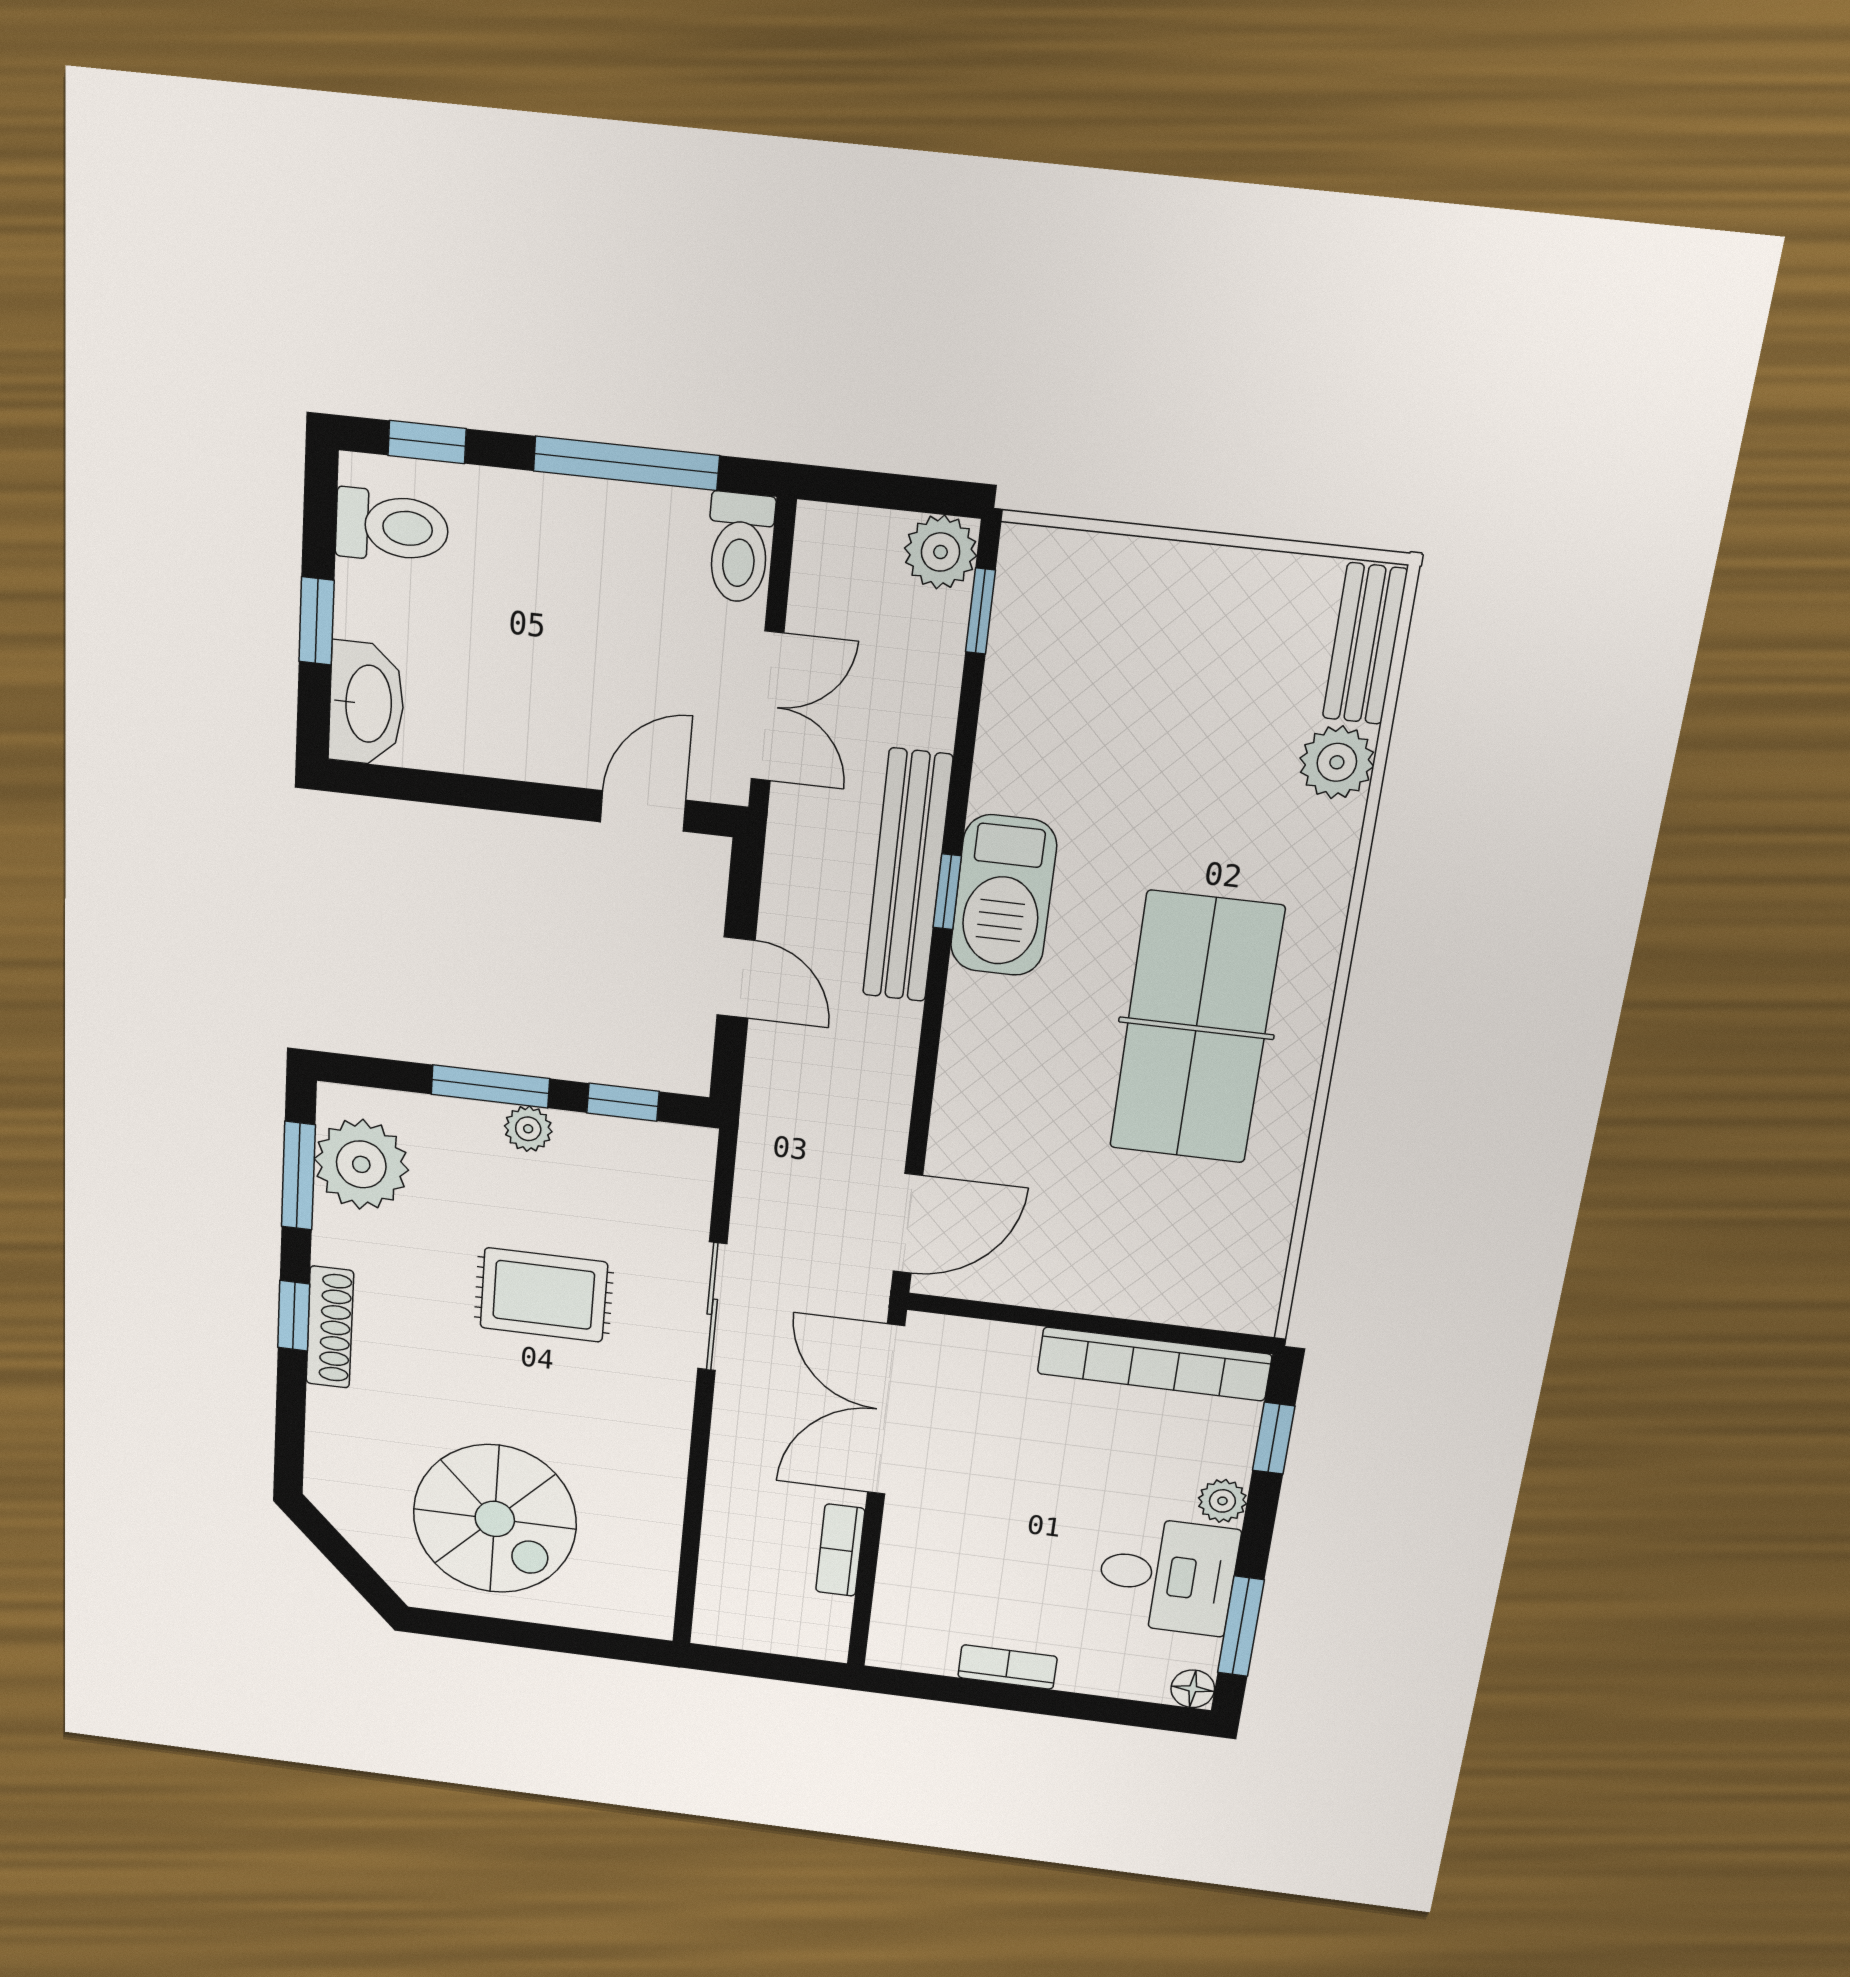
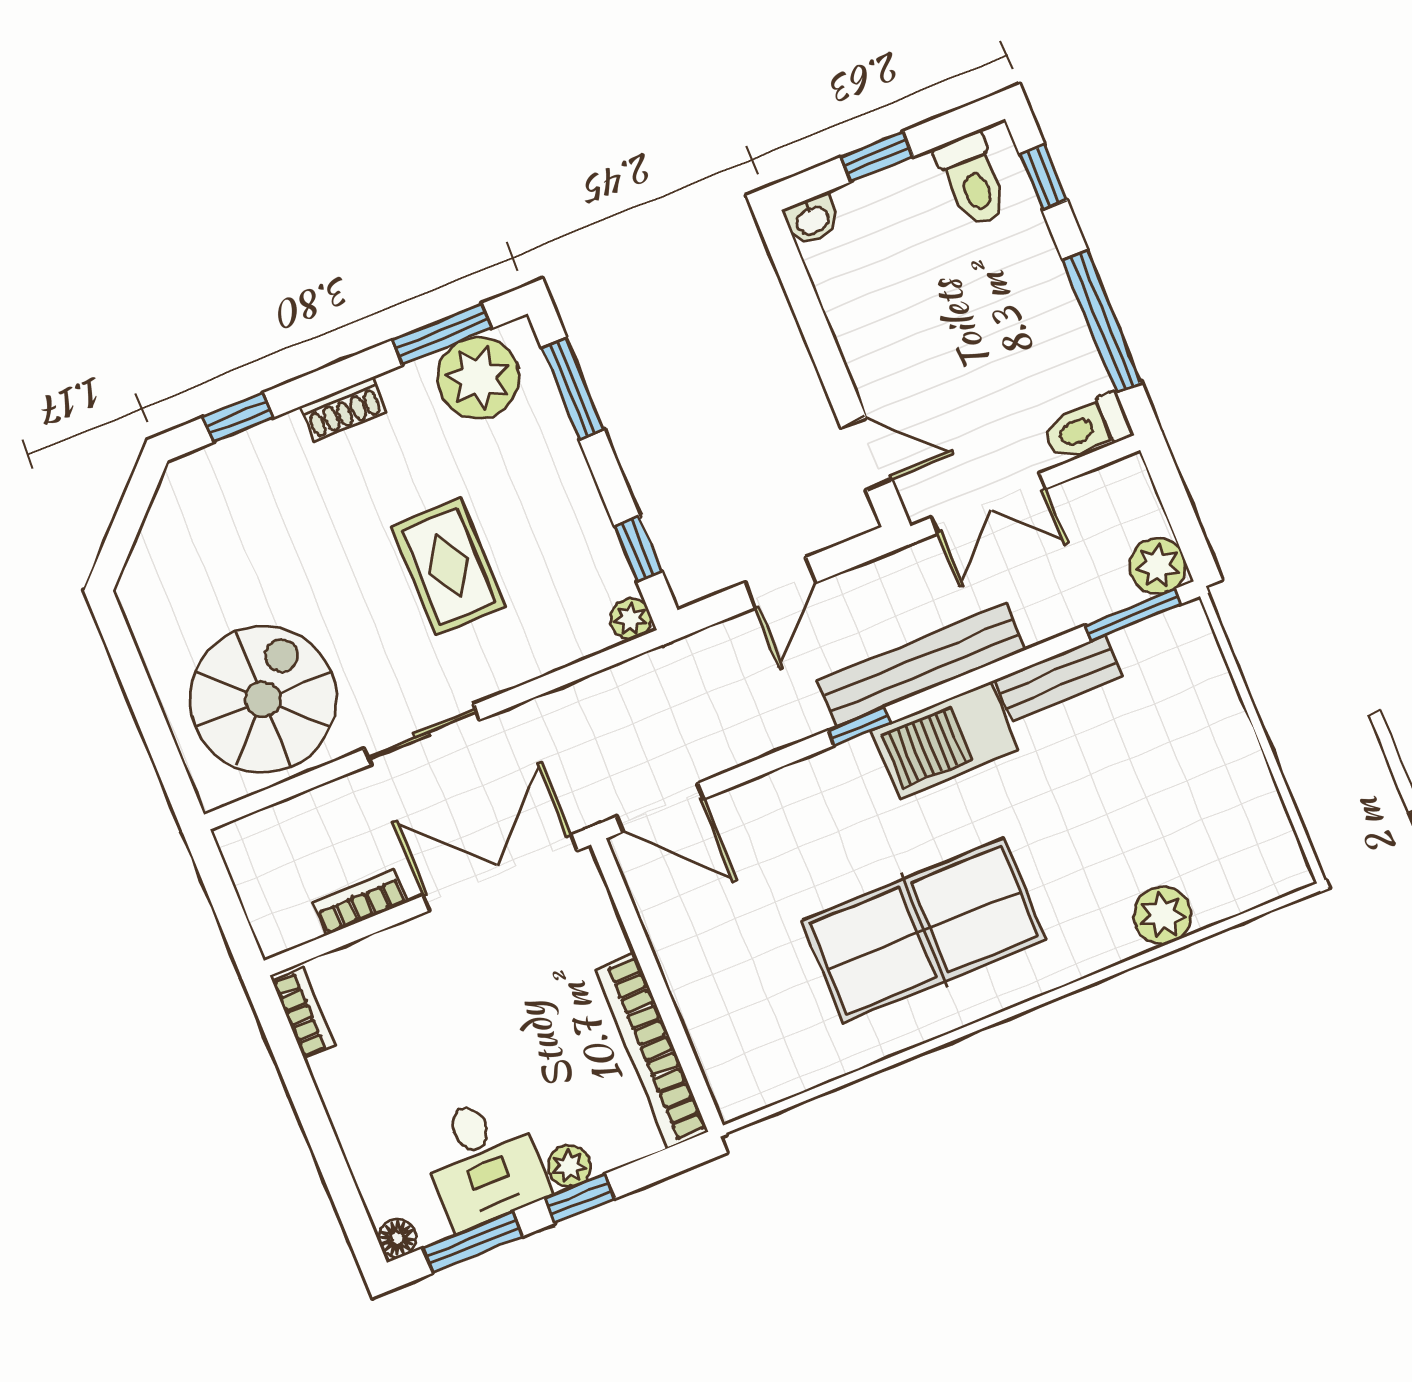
window: (980, 611) -> (1133, 615), width x1.50
bench: (1365, 644) -> (1058, 678), moved
washbasin: (366, 704) -> (812, 219), width x0.52, depth x0.69
window: (947, 892) -> (859, 726), moved
window: (490, 1086) -> (573, 389), moved
plant: (528, 1129) -> (631, 619), moved
sliding door: (712, 1307) -> (422, 734), moved
window: (294, 1316) -> (238, 418), moved
shoe rack: (330, 1327) -> (343, 409), width x0.70
window: (1274, 1438) -> (580, 1198), moved
spiral stairs: (495, 1519) -> (263, 699), moved, turned 180
bookcase: (1007, 1667) -> (304, 1013), moved

